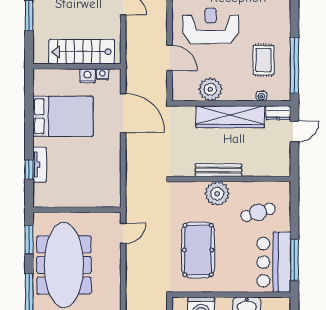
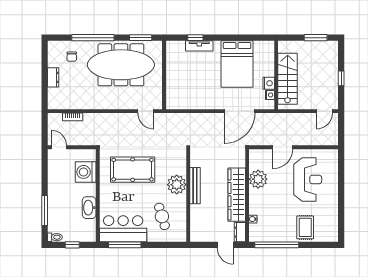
rug: (263, 60) -> (305, 227), moved, turned 90

